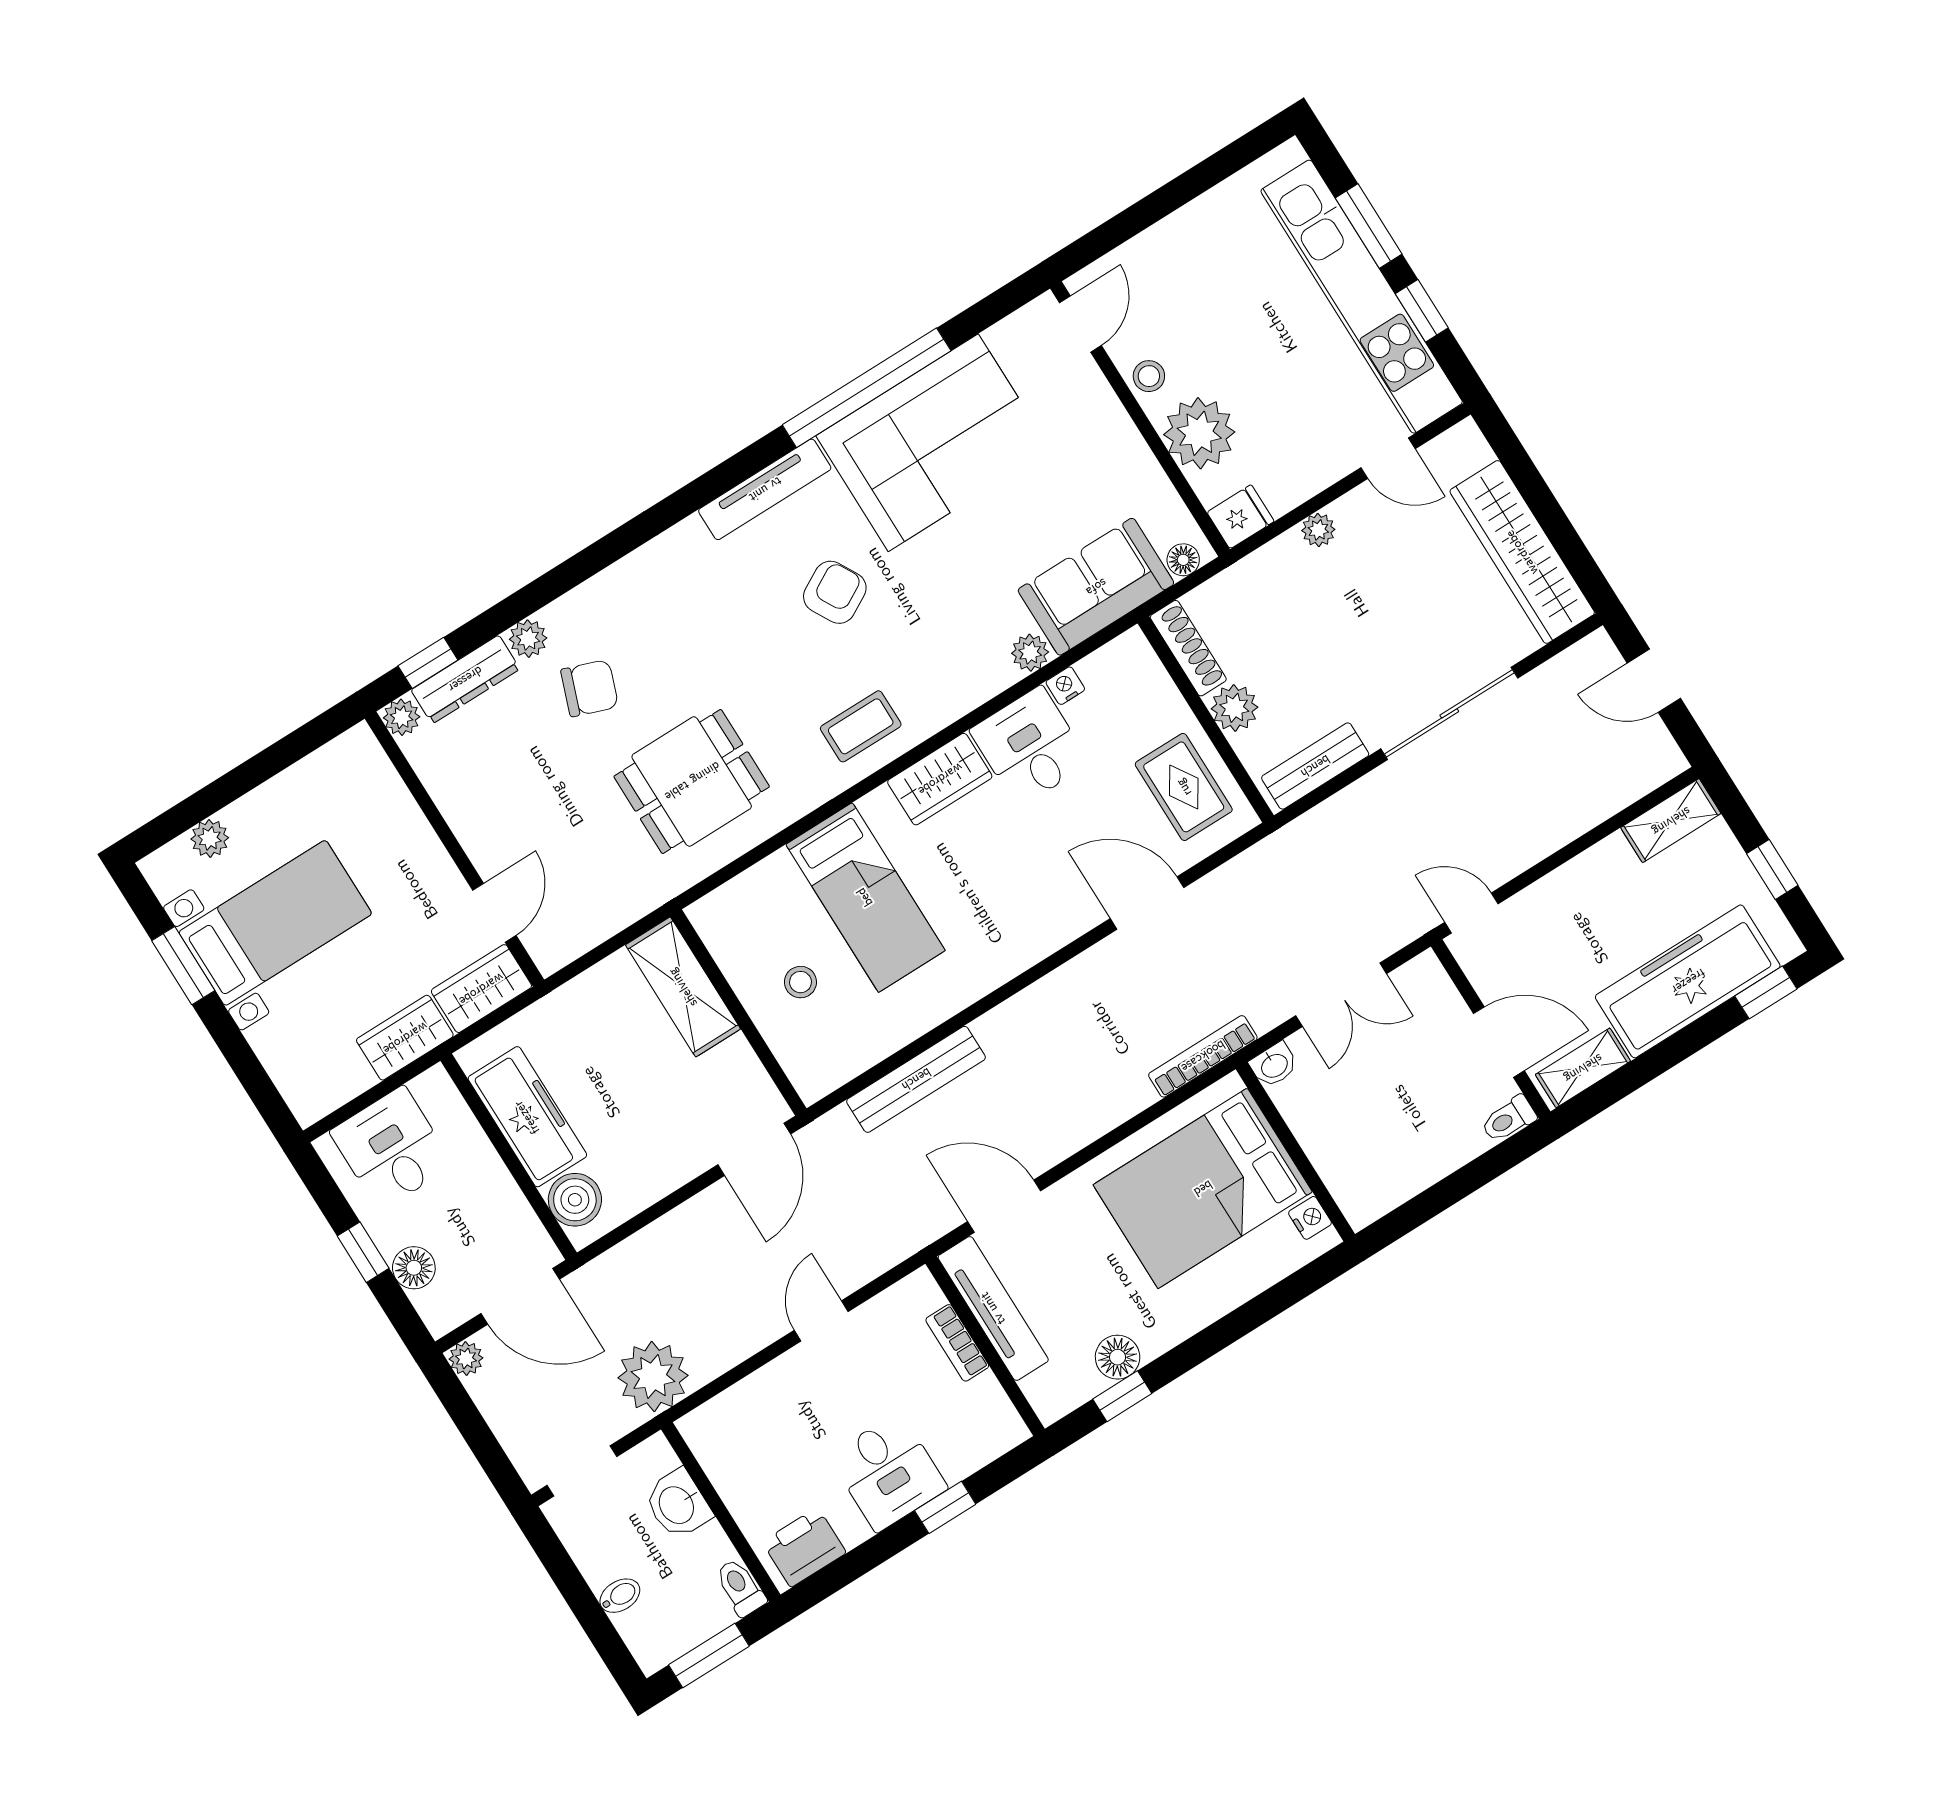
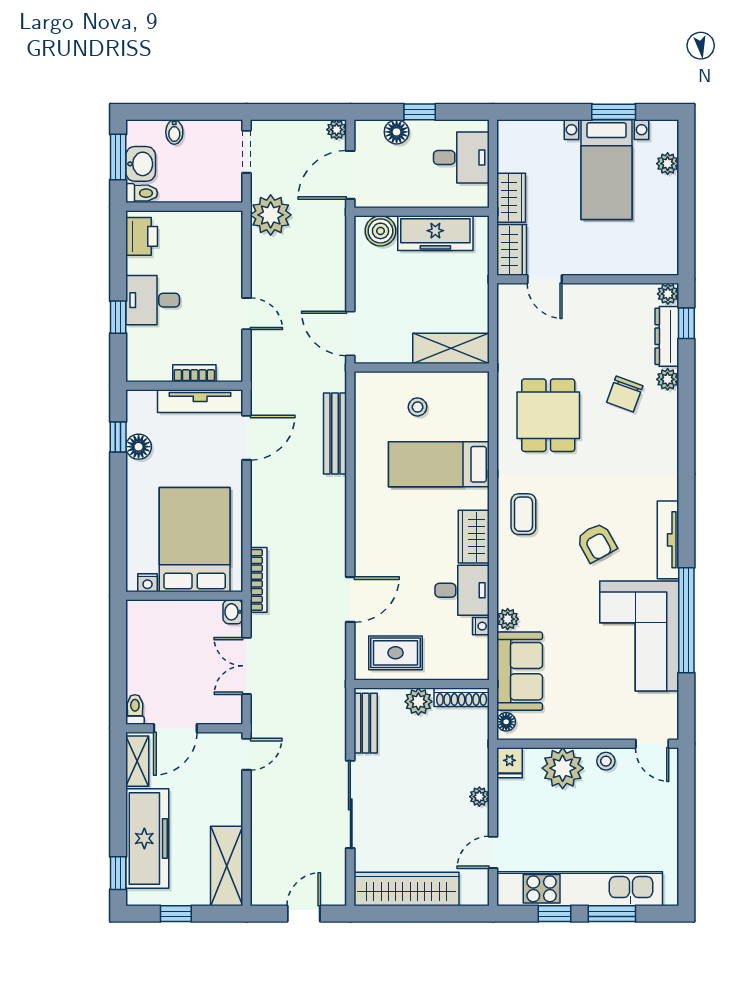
shelving: (1671, 821) -> (227, 866), width x1.50, depth x1.33
washbasin: (678, 1504) -> (141, 164), moved, turned 90

